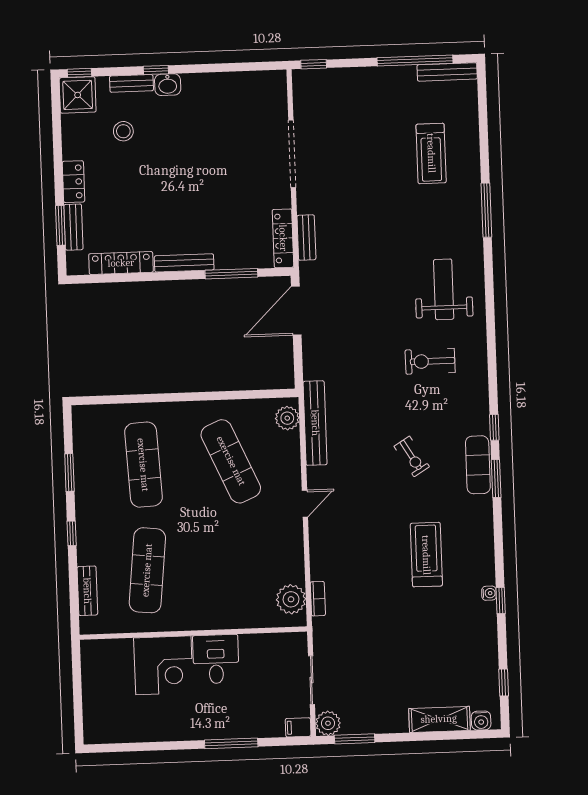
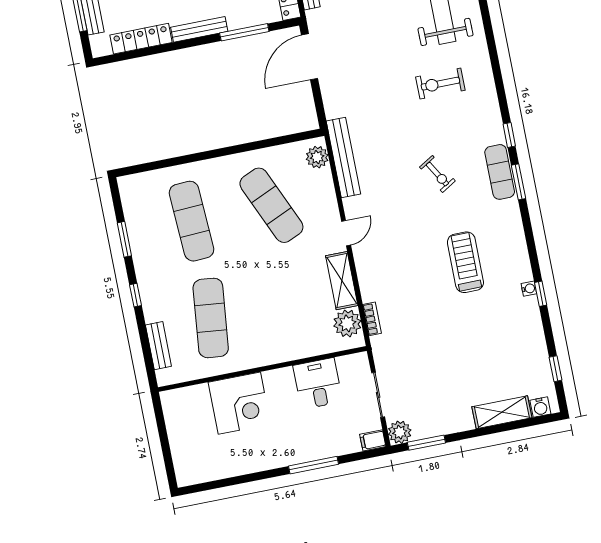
shelving: (292, 553) -> (342, 281), added
desk: (216, 659) -> (318, 384), moved

